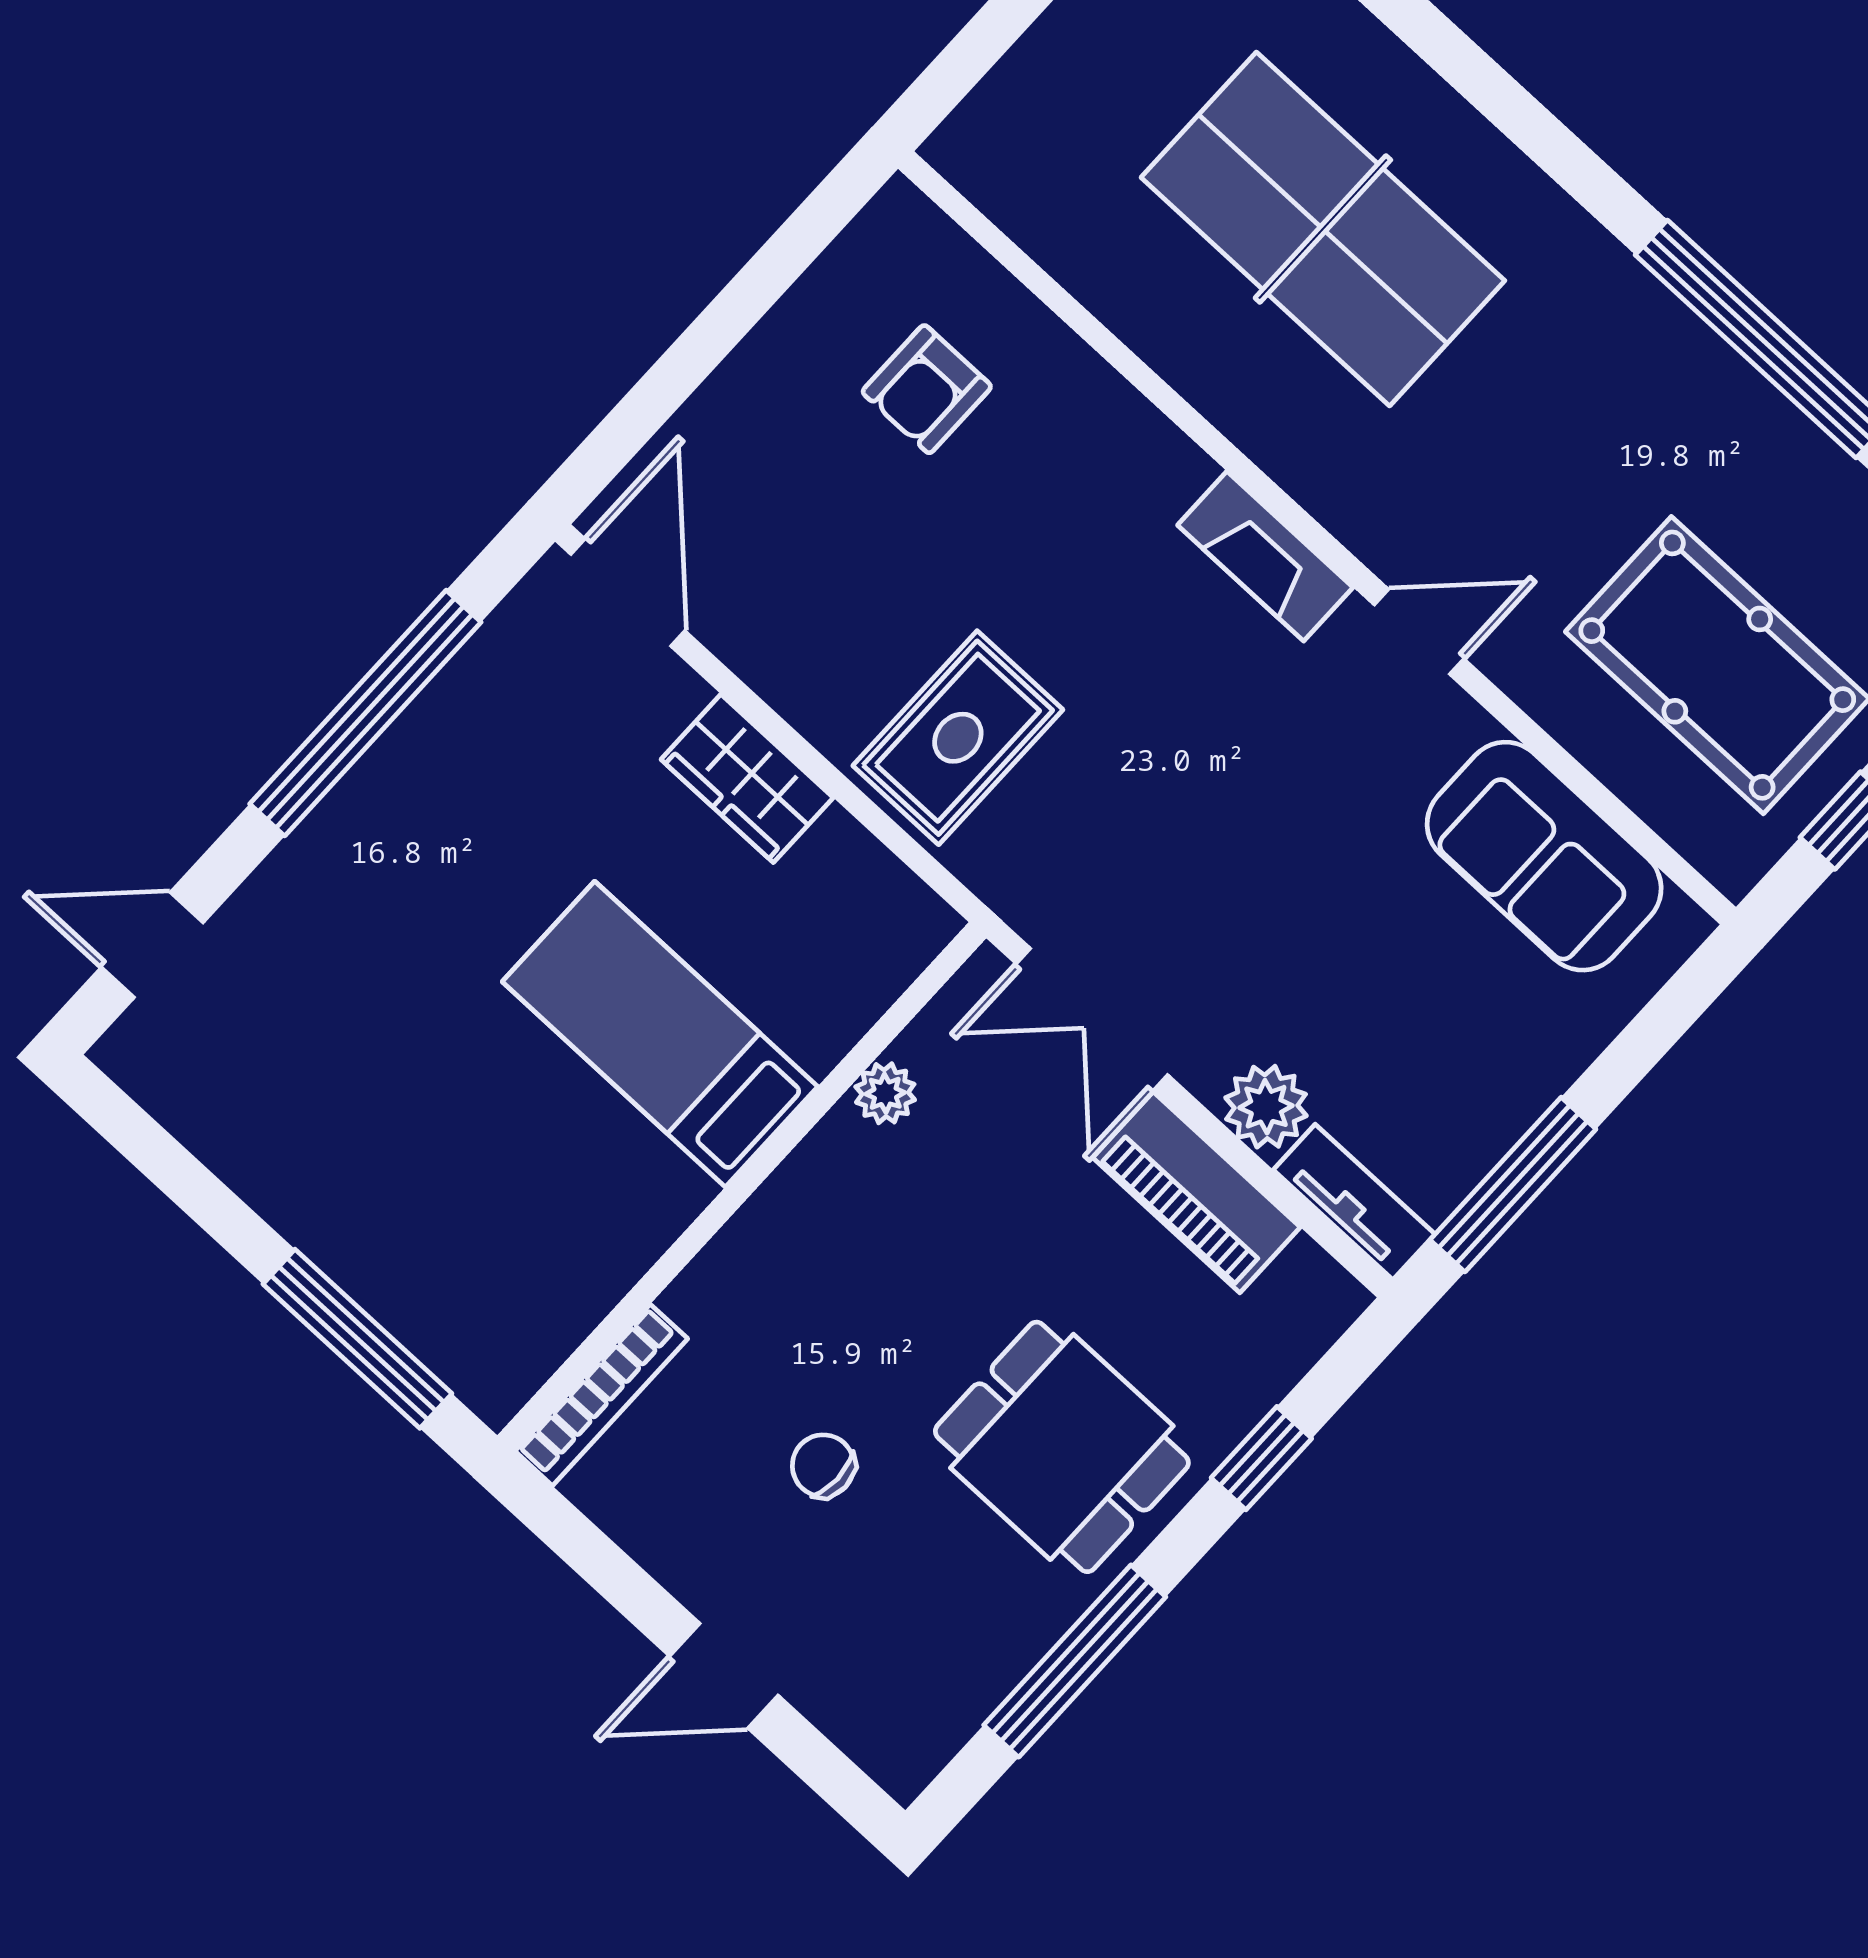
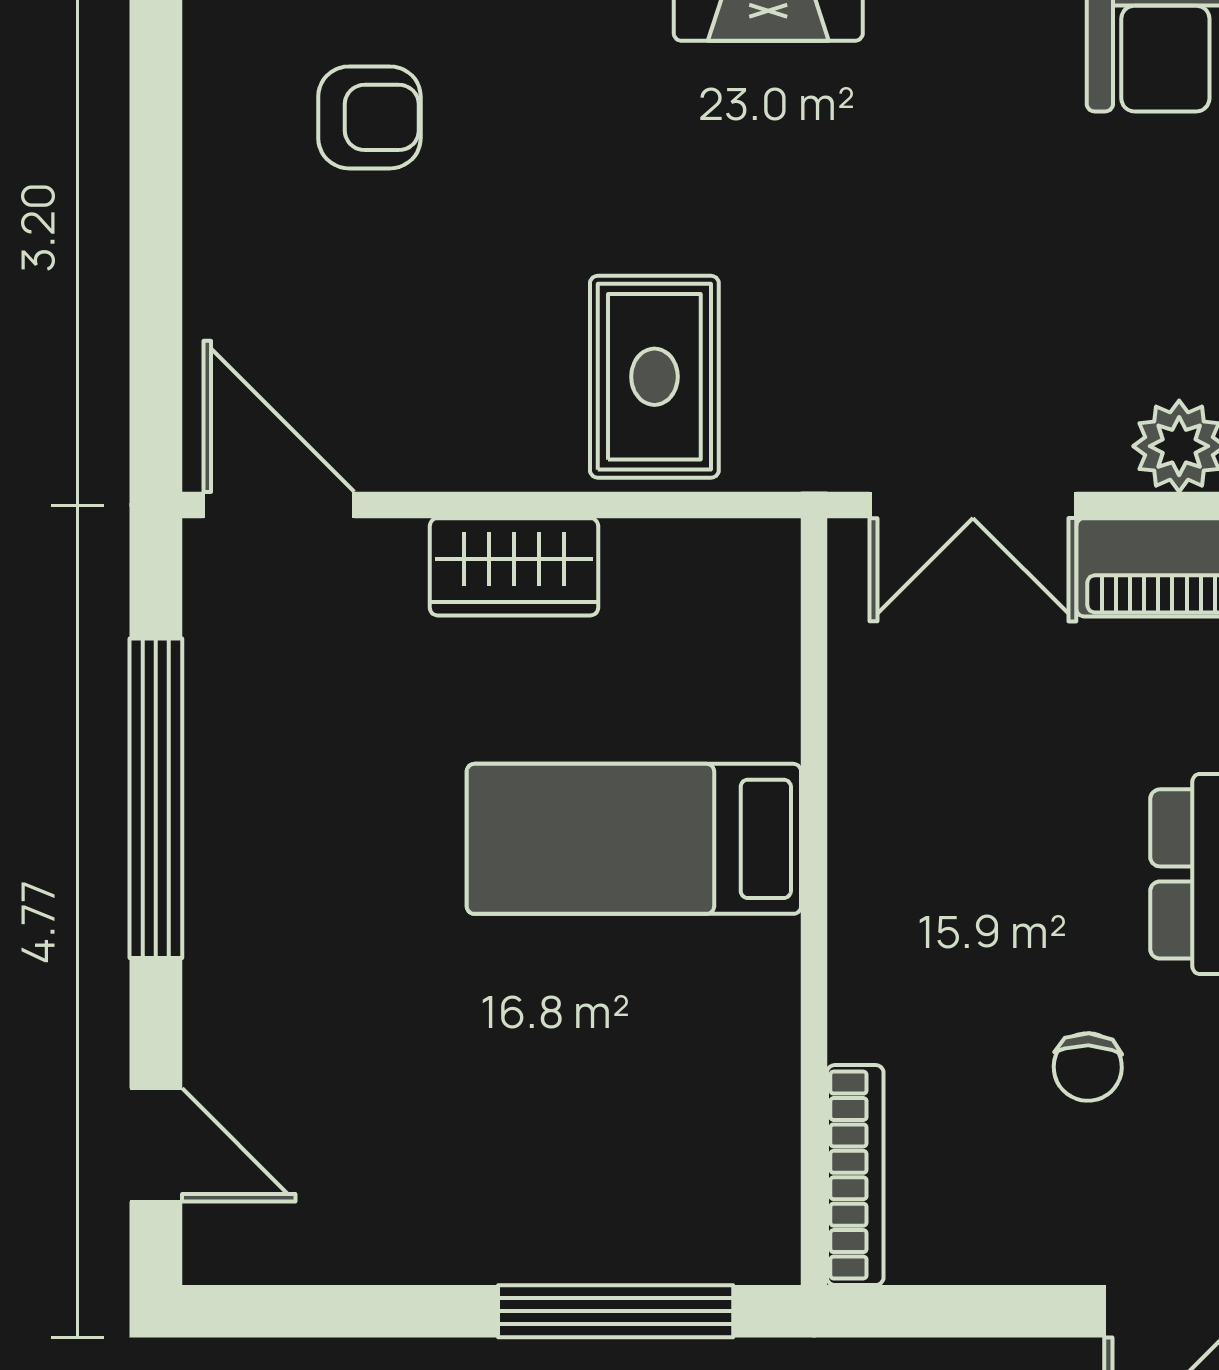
armchair: (927, 389) -> (369, 117), turned -90
door: (152, 945) -> (156, 1145), swing flipped
plant: (885, 1093) -> (860, 719), removed
chair: (823, 1466) -> (1088, 1067), turned -88

